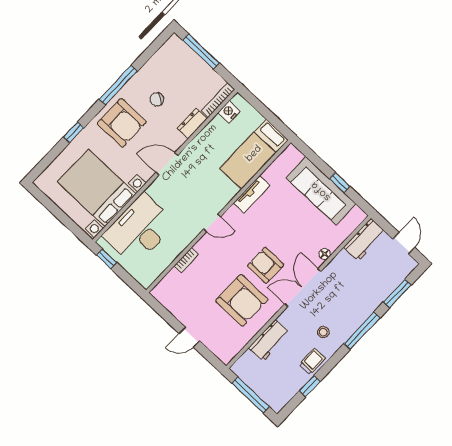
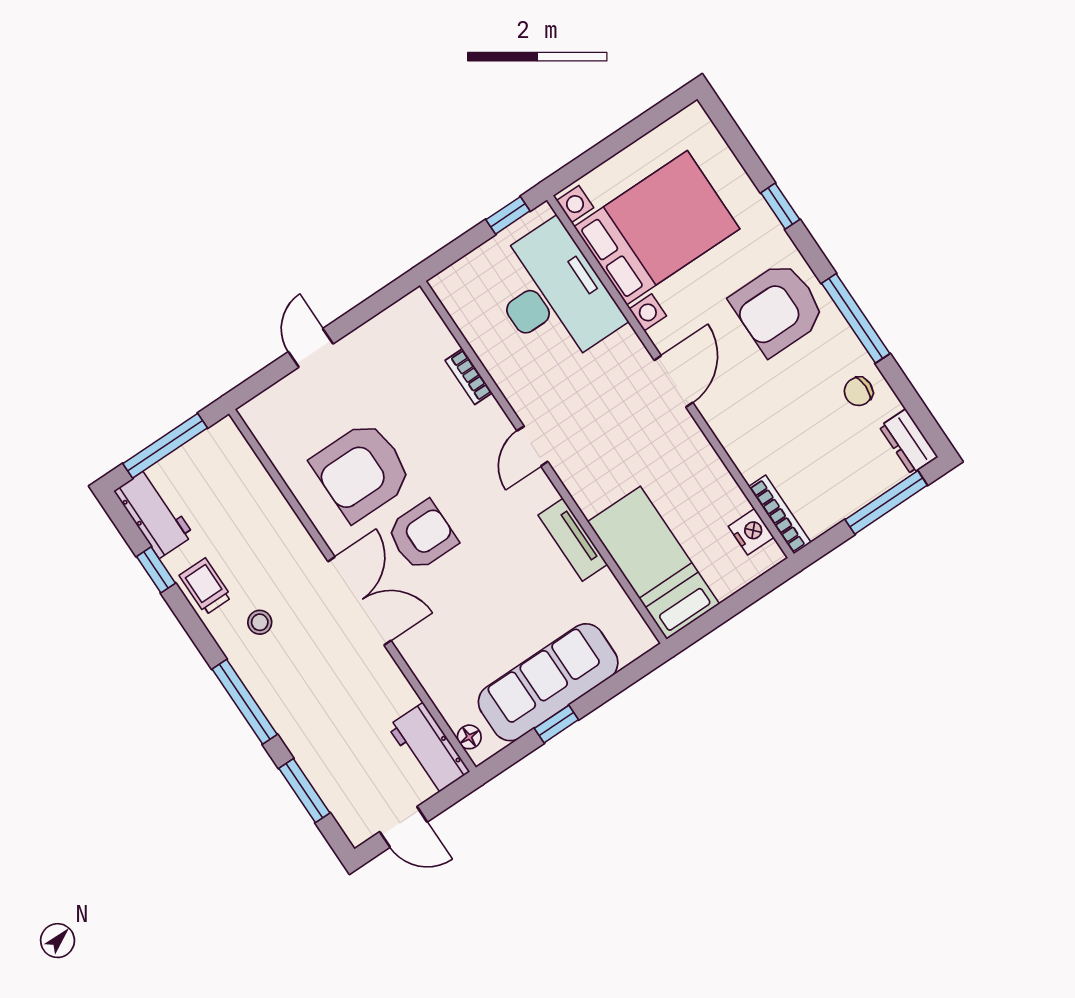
chair: (157, 99) -> (858, 391), moved, turned -123
dresser: (192, 123) -> (908, 442), moved, turned 180
floor lamp: (325, 254) -> (469, 737), moved
workbench: (269, 340) -> (154, 513), moved, turned 180
trolley: (312, 361) -> (205, 586), turned 180

